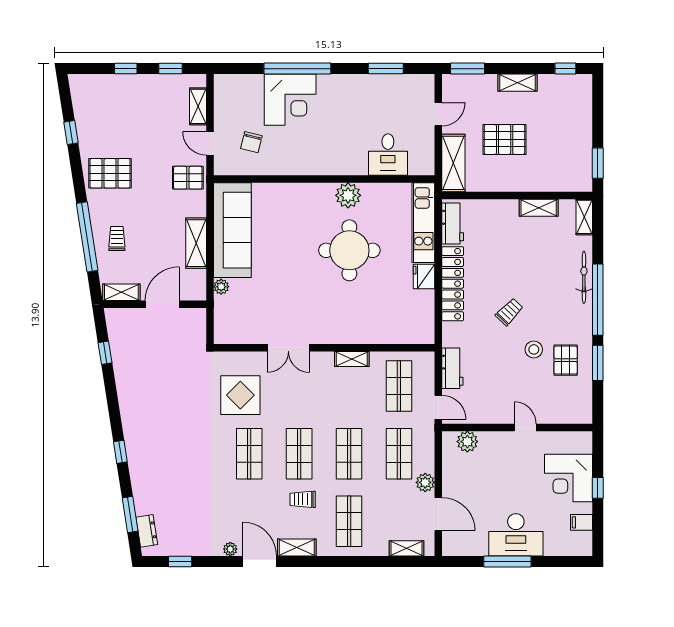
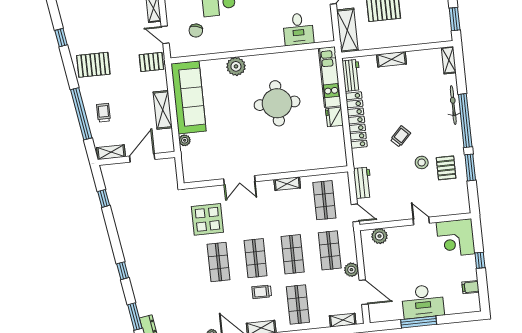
plant: (348, 195) -> (236, 66), moved
shelving: (539, 208) -> (391, 59), moved
corner desk: (568, 478) -> (456, 238), moved

